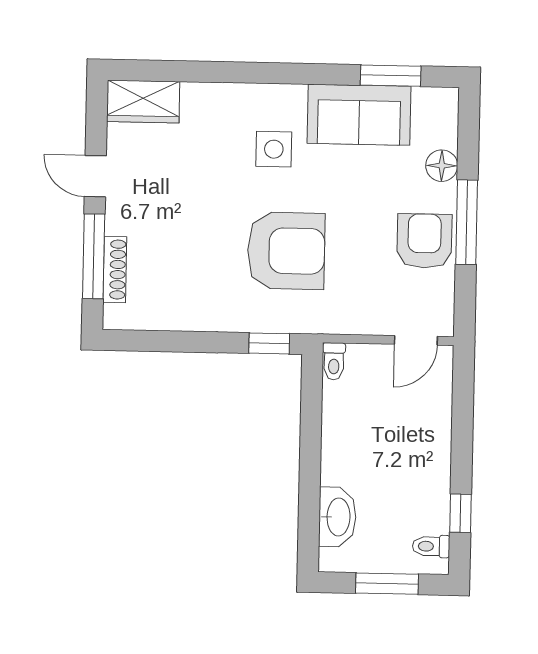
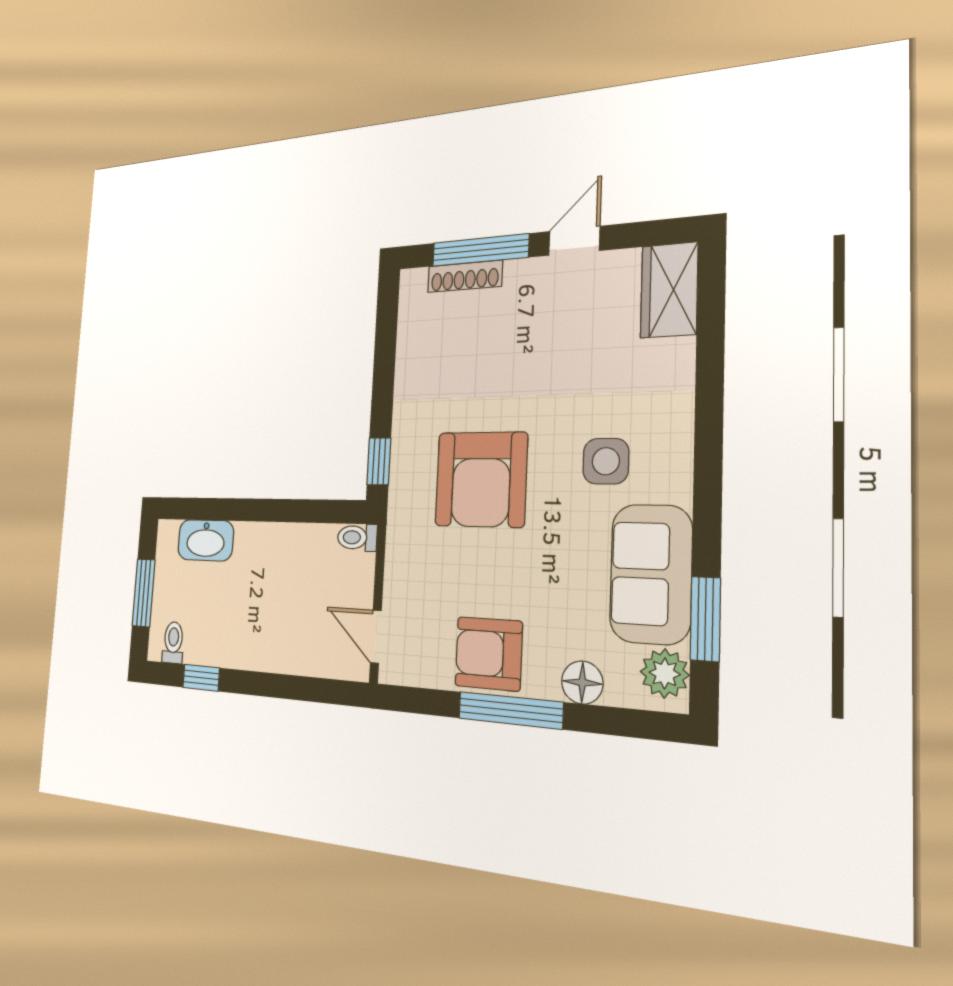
plant: (431, 104) -> (665, 673), added
armchair: (424, 241) -> (489, 654), turned 180

